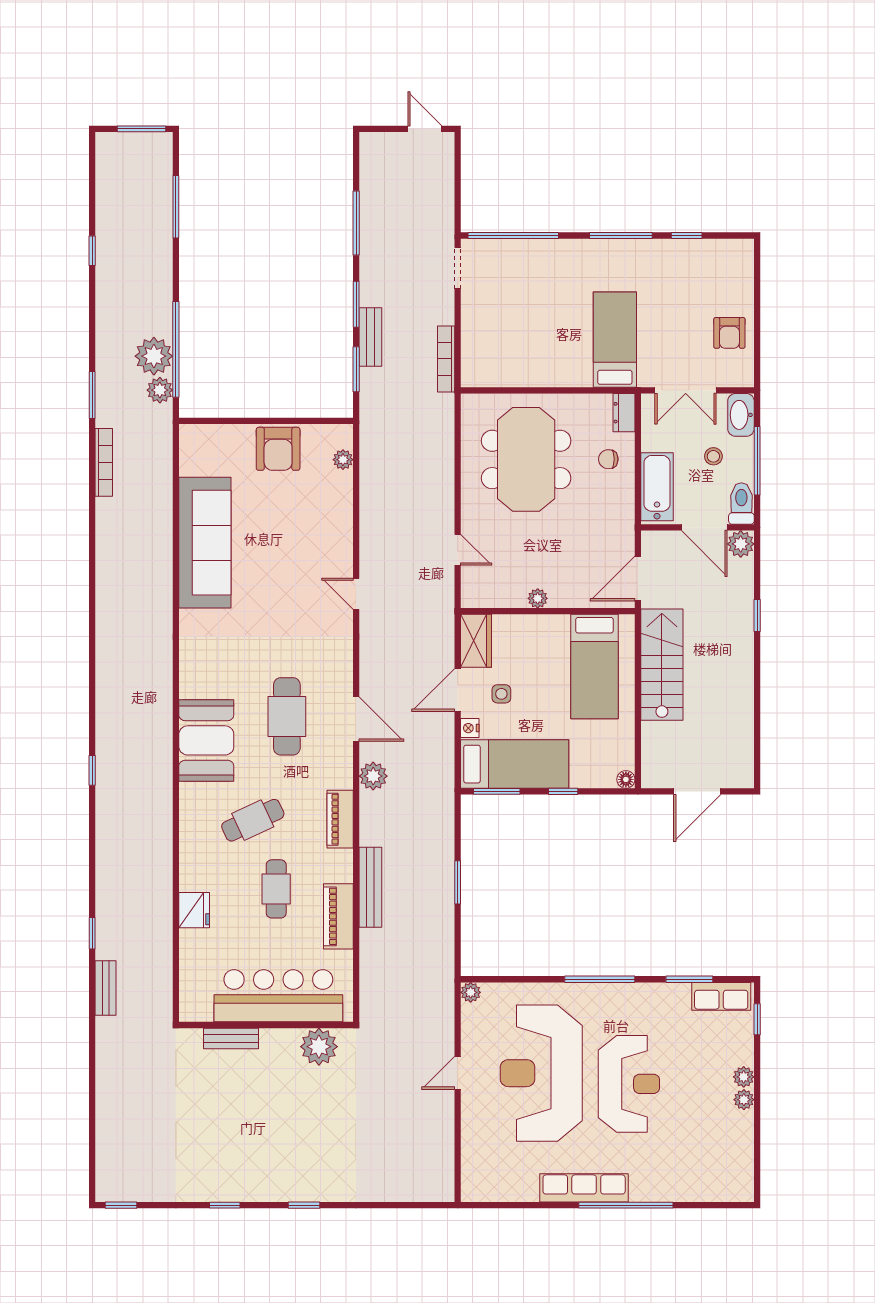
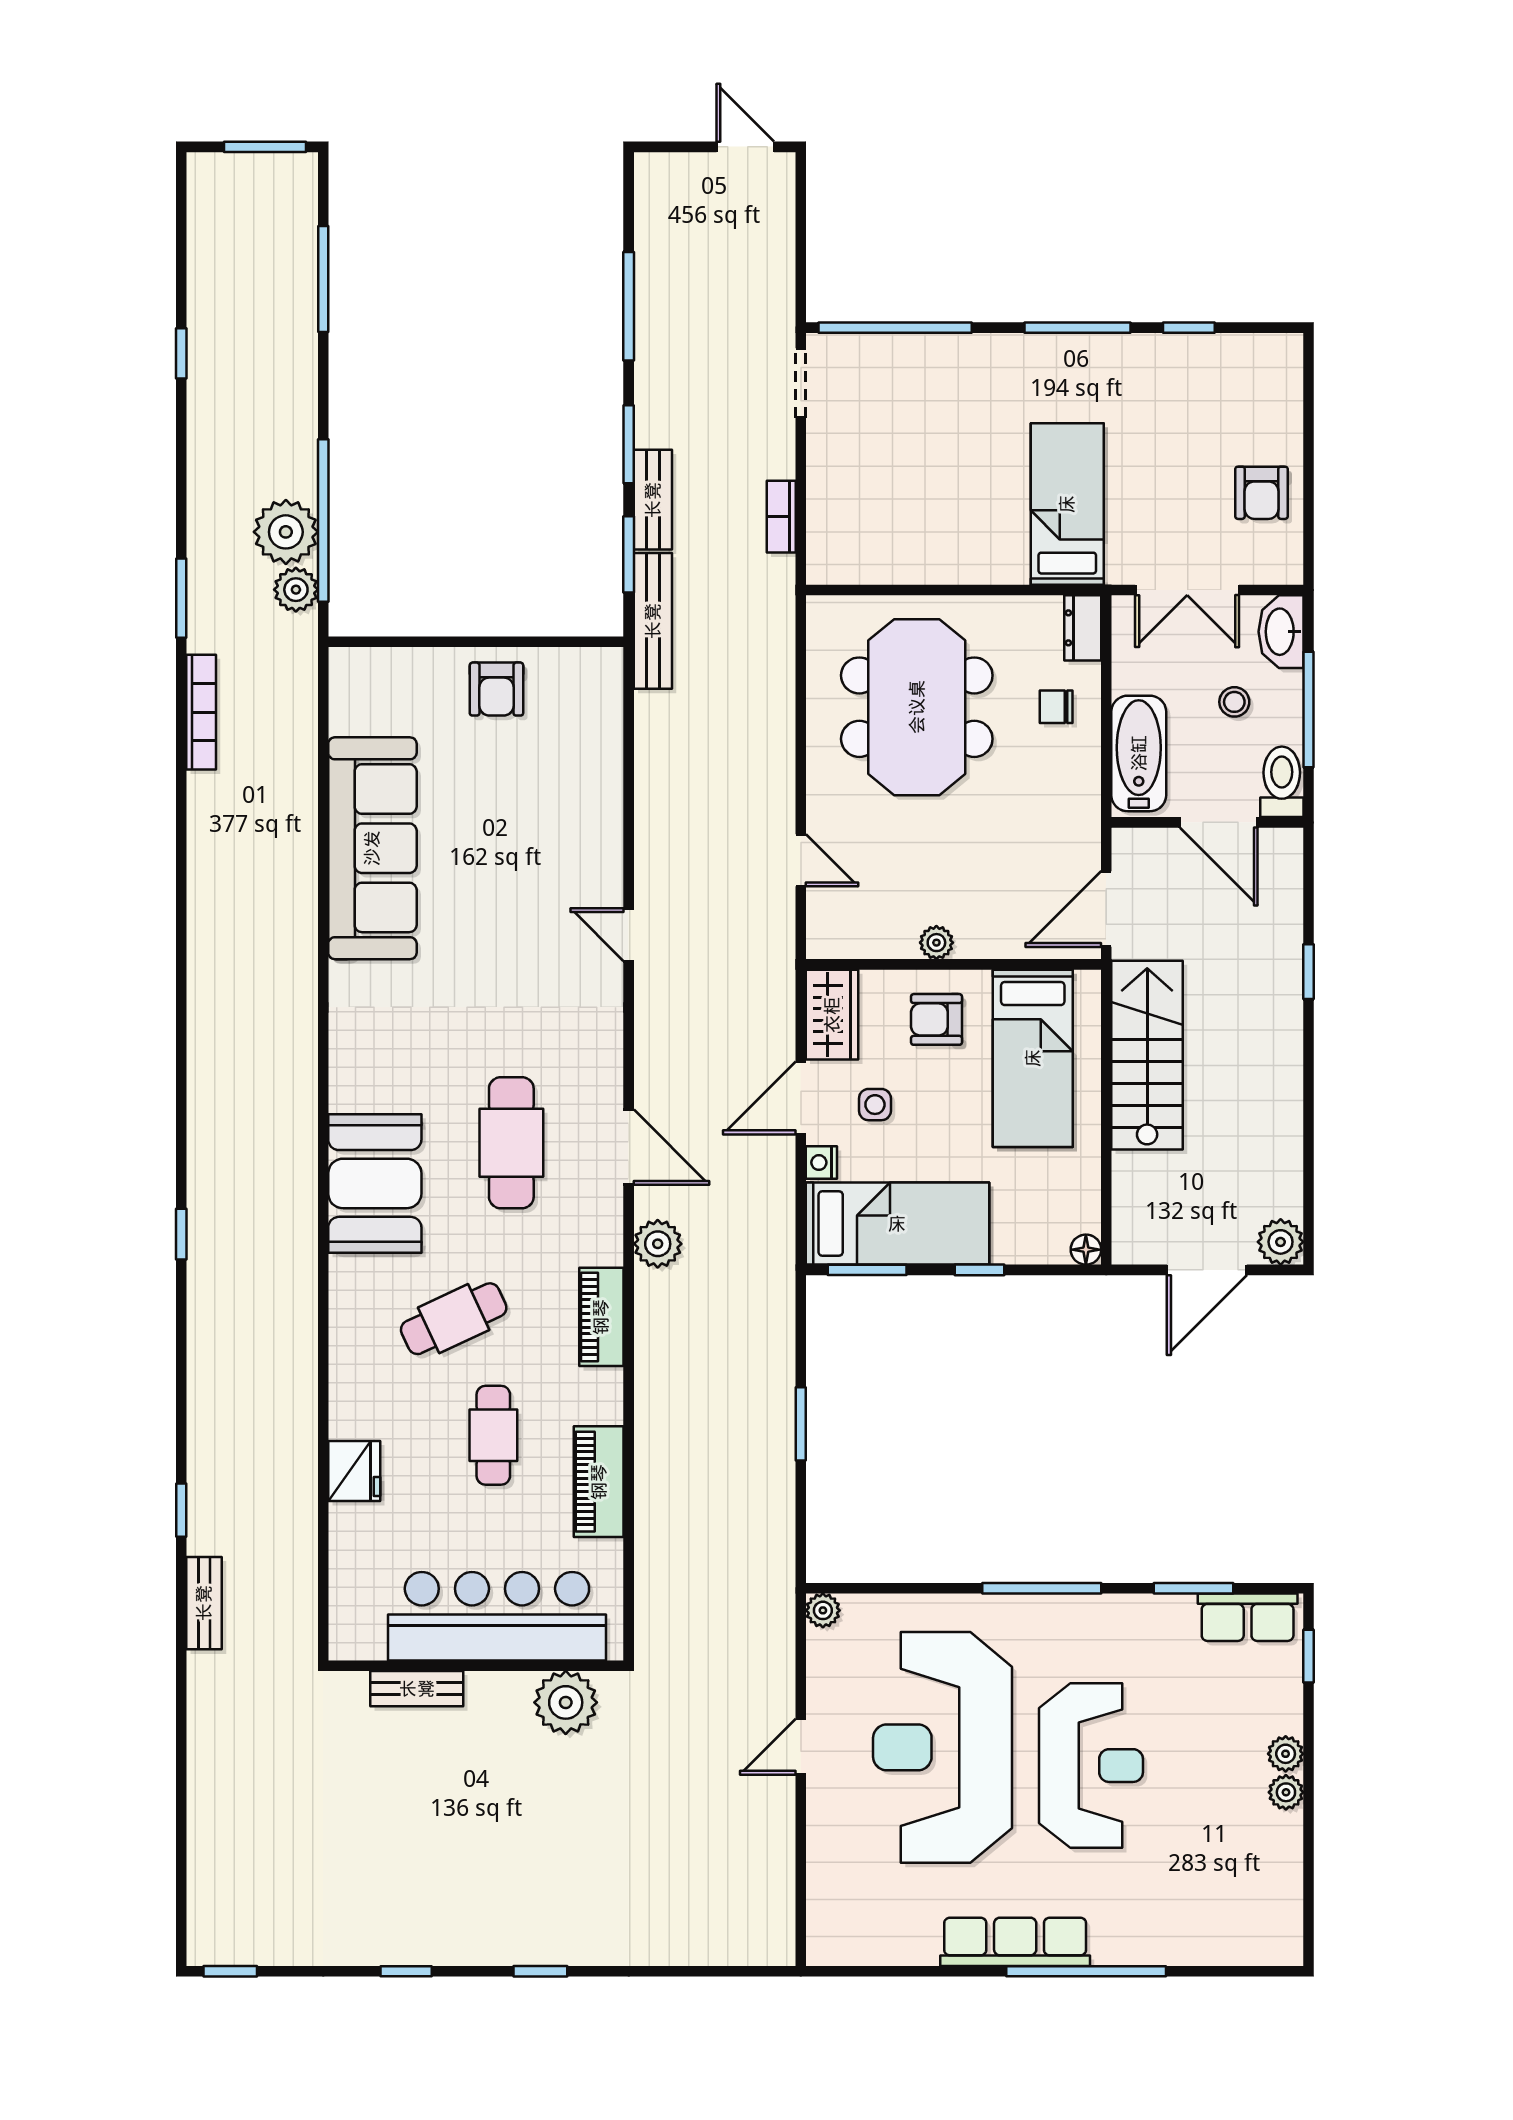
bookcase: (446, 359) -> (781, 517), width x0.64
armchair: (278, 449) -> (496, 689), width x0.72, depth x0.72
plant: (343, 460) -> (606, 707), removed
plant: (741, 544) -> (1281, 1242), moved
armchair: (538, 644) -> (937, 1019), added
bench: (370, 887) -> (653, 621), moved

